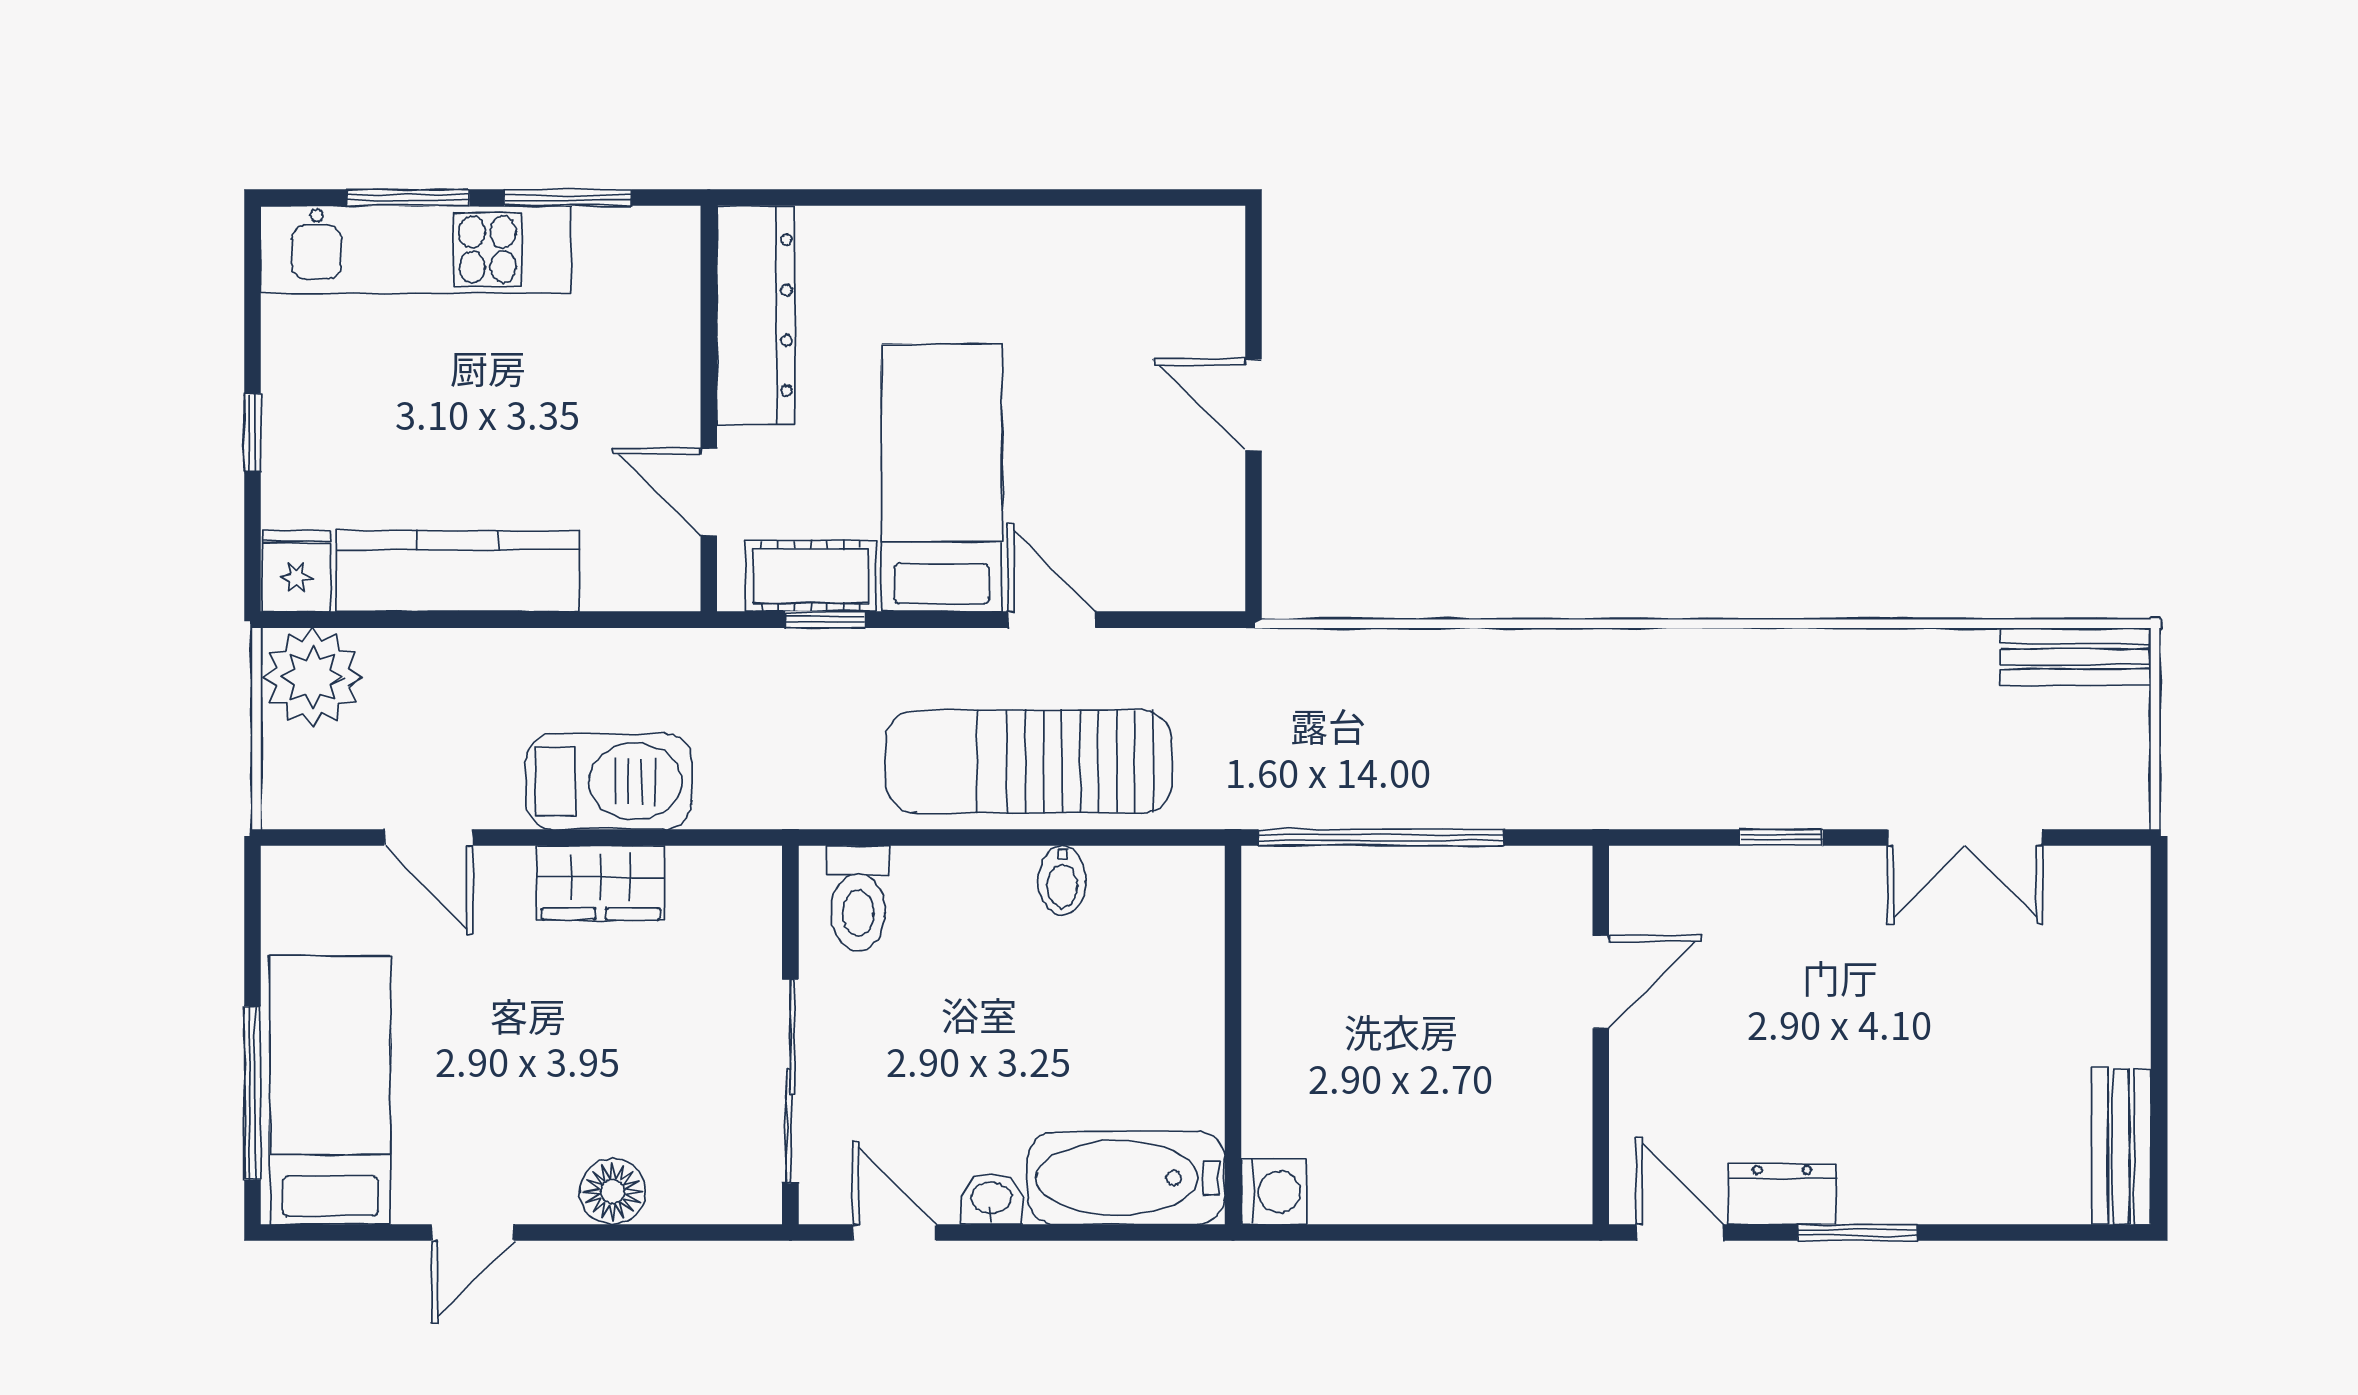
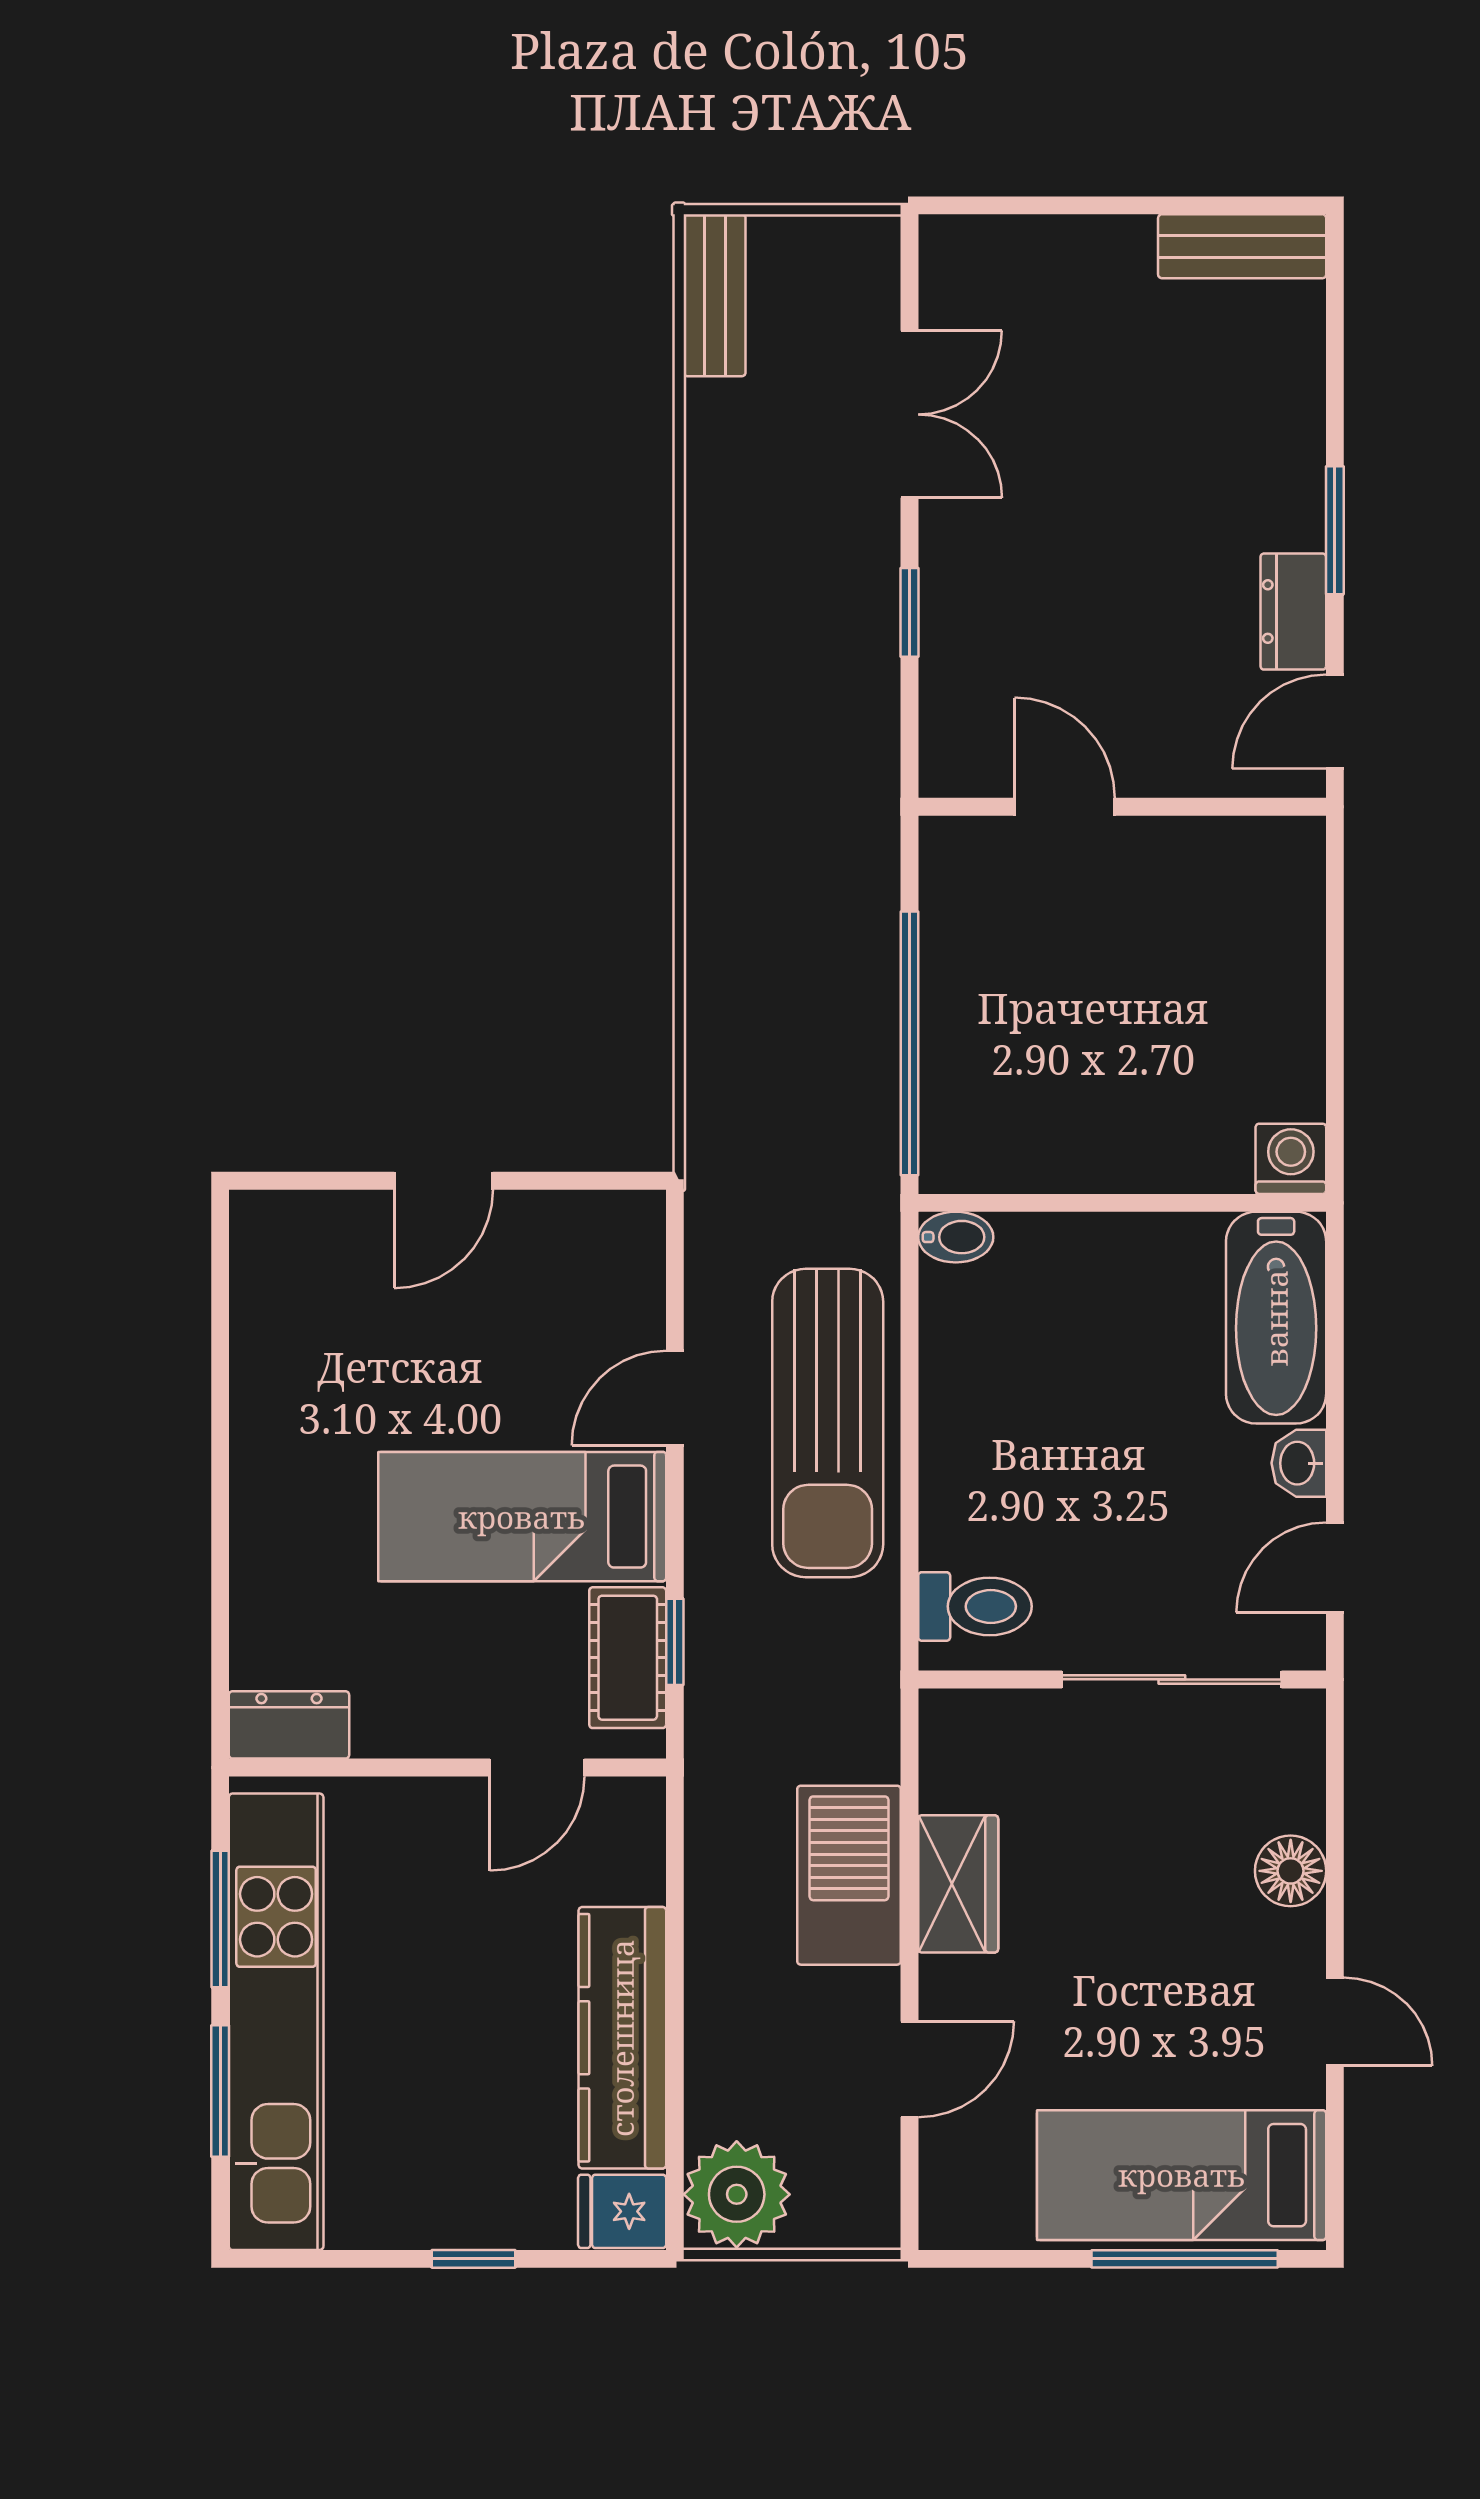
kitchen unit: (416, 249) -> (276, 2022), width x1.36
dresser: (756, 315) -> (289, 1725), width x0.51, depth x0.80
bidet: (1062, 881) -> (956, 1237), moved

